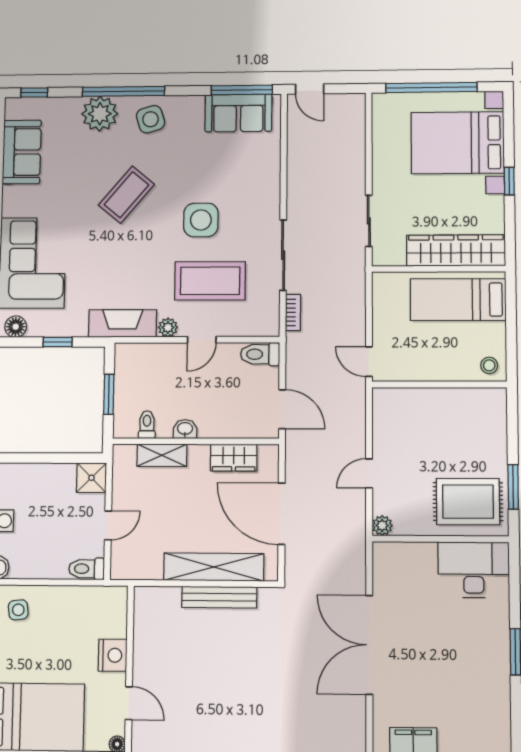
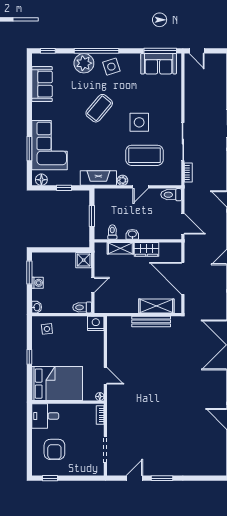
wardrobe: (234, 458) -> (147, 249), moved
shelving: (214, 567) -> (156, 306), width x0.68
nightstand: (113, 655) -> (96, 323), moved, turned -90

